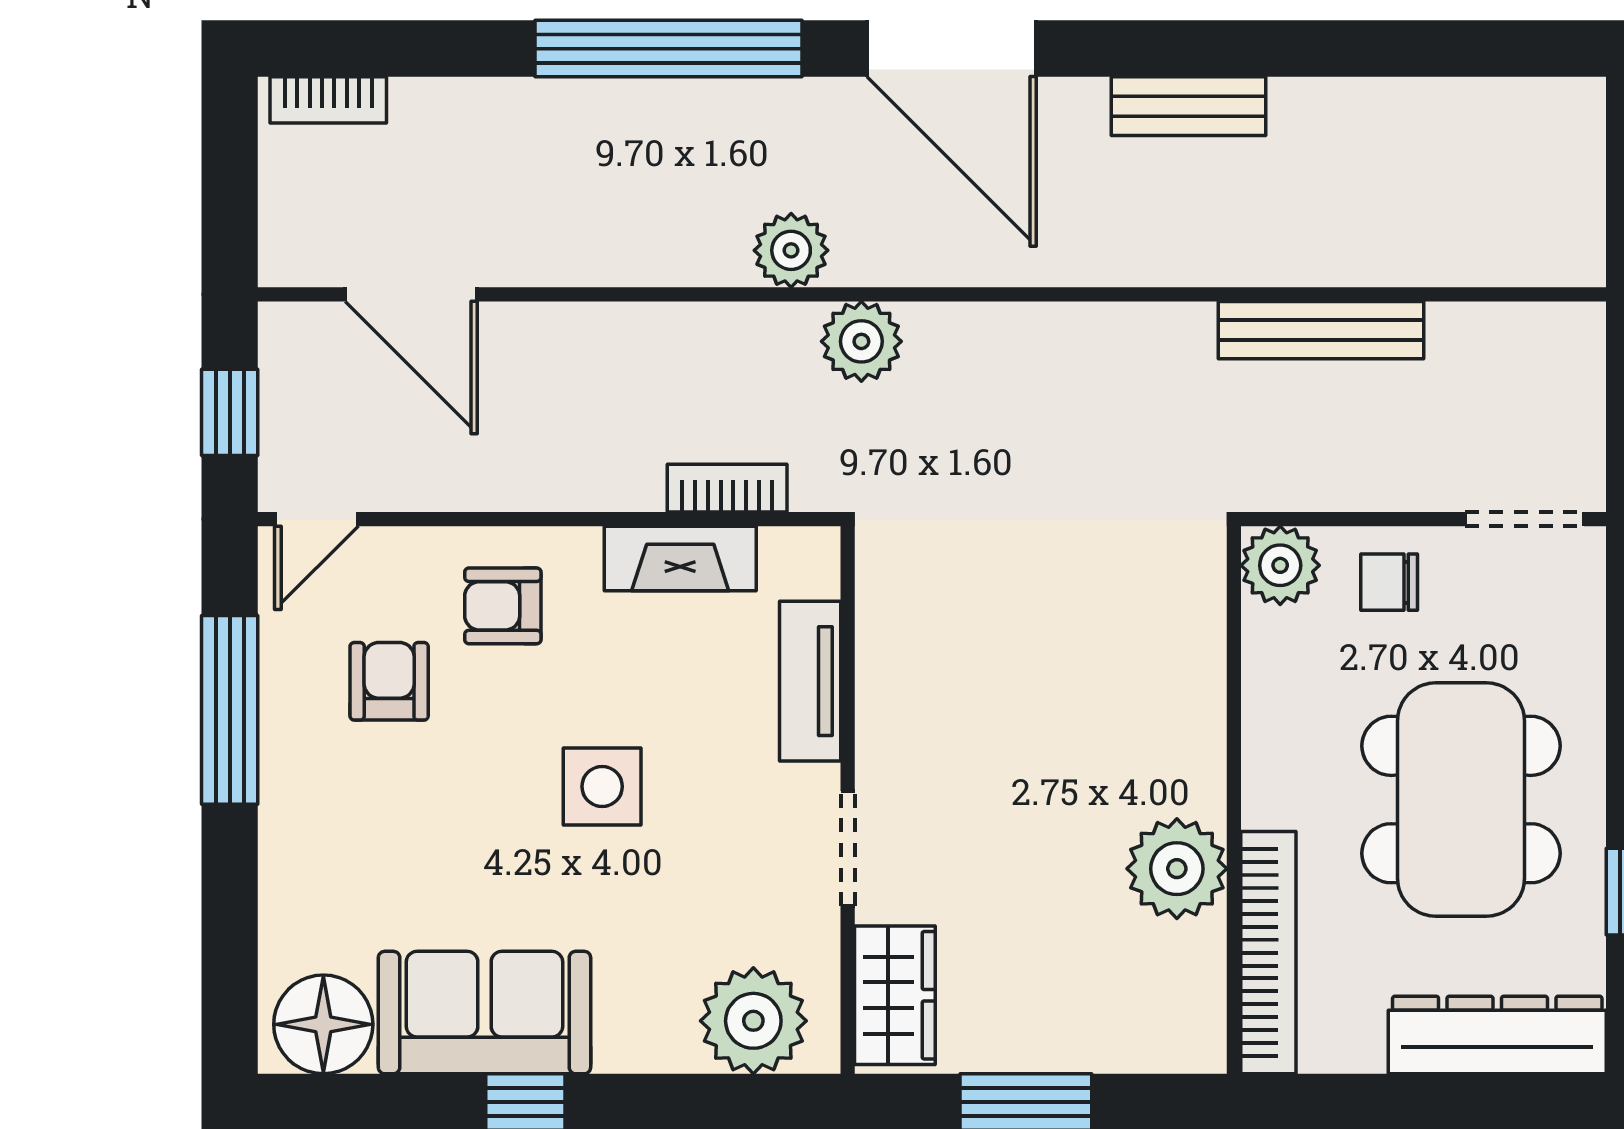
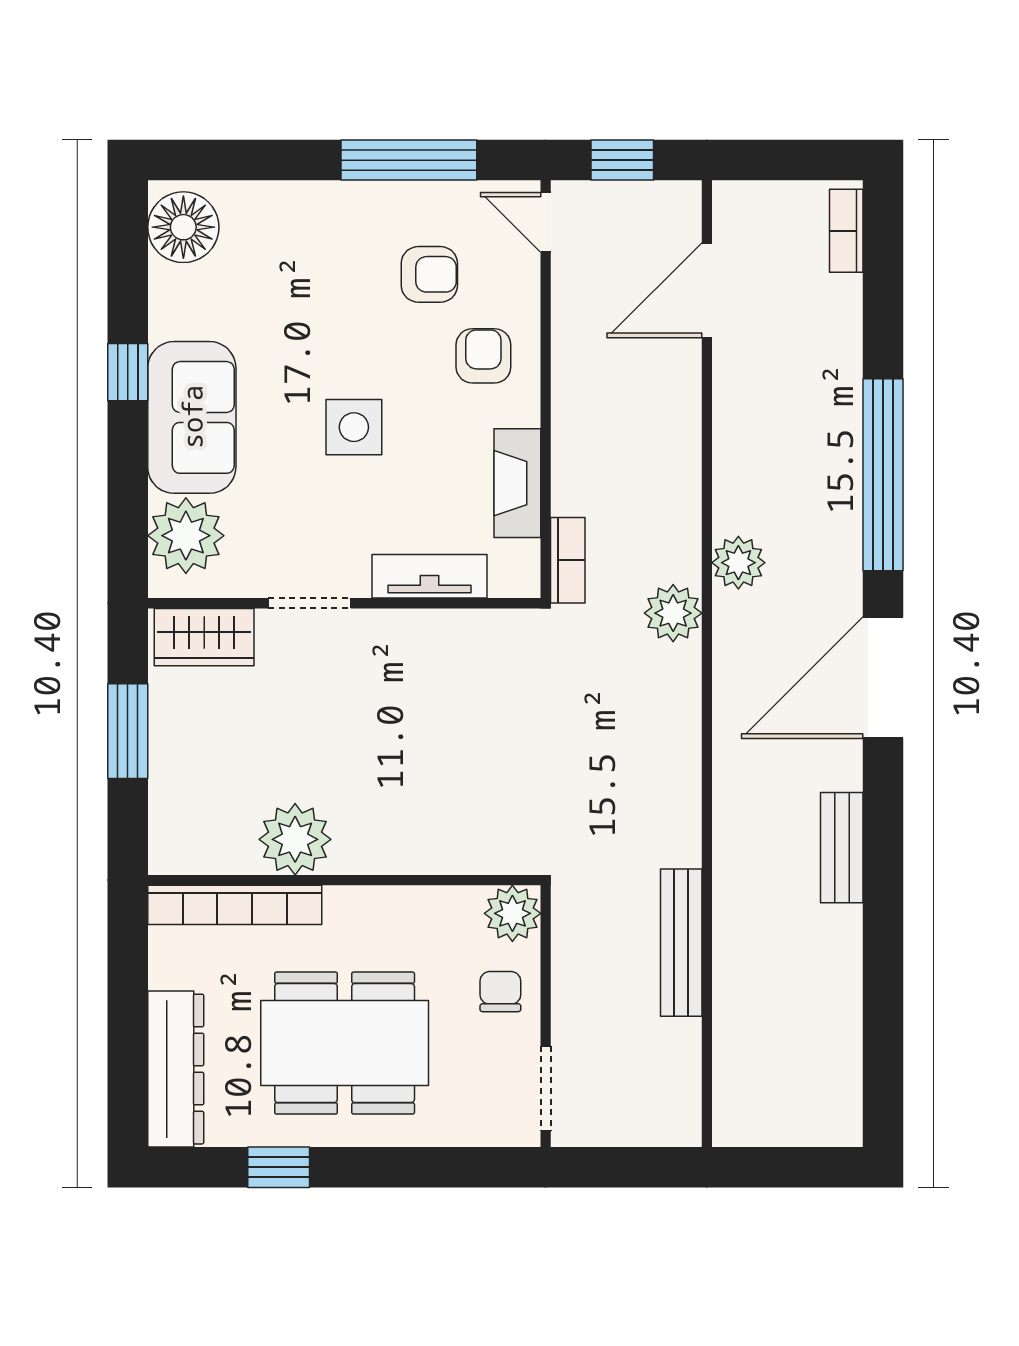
bookcase: (727, 488) -> (568, 560), moved
sofa: (484, 1013) -> (192, 417), moved

